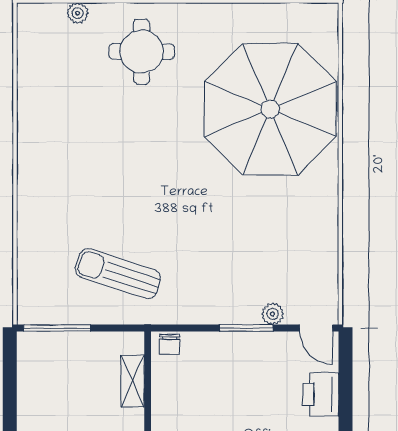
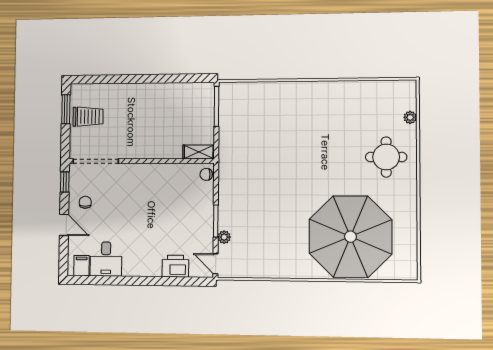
sun lounger: (118, 274) -> (249, 143), removed
door: (316, 328) -> (216, 264), hinge flipped
shelving: (133, 381) -> (199, 152), moved

